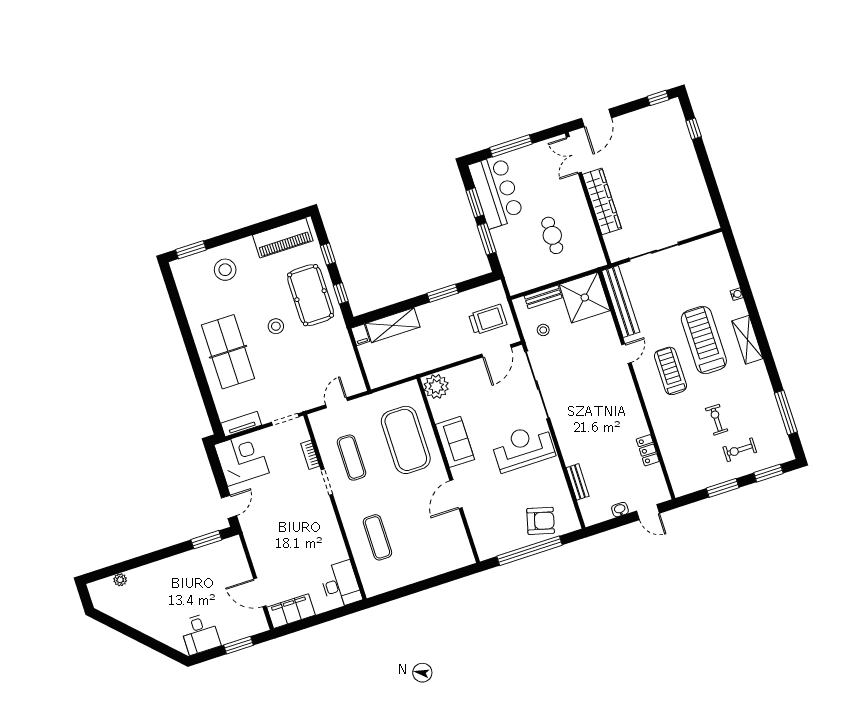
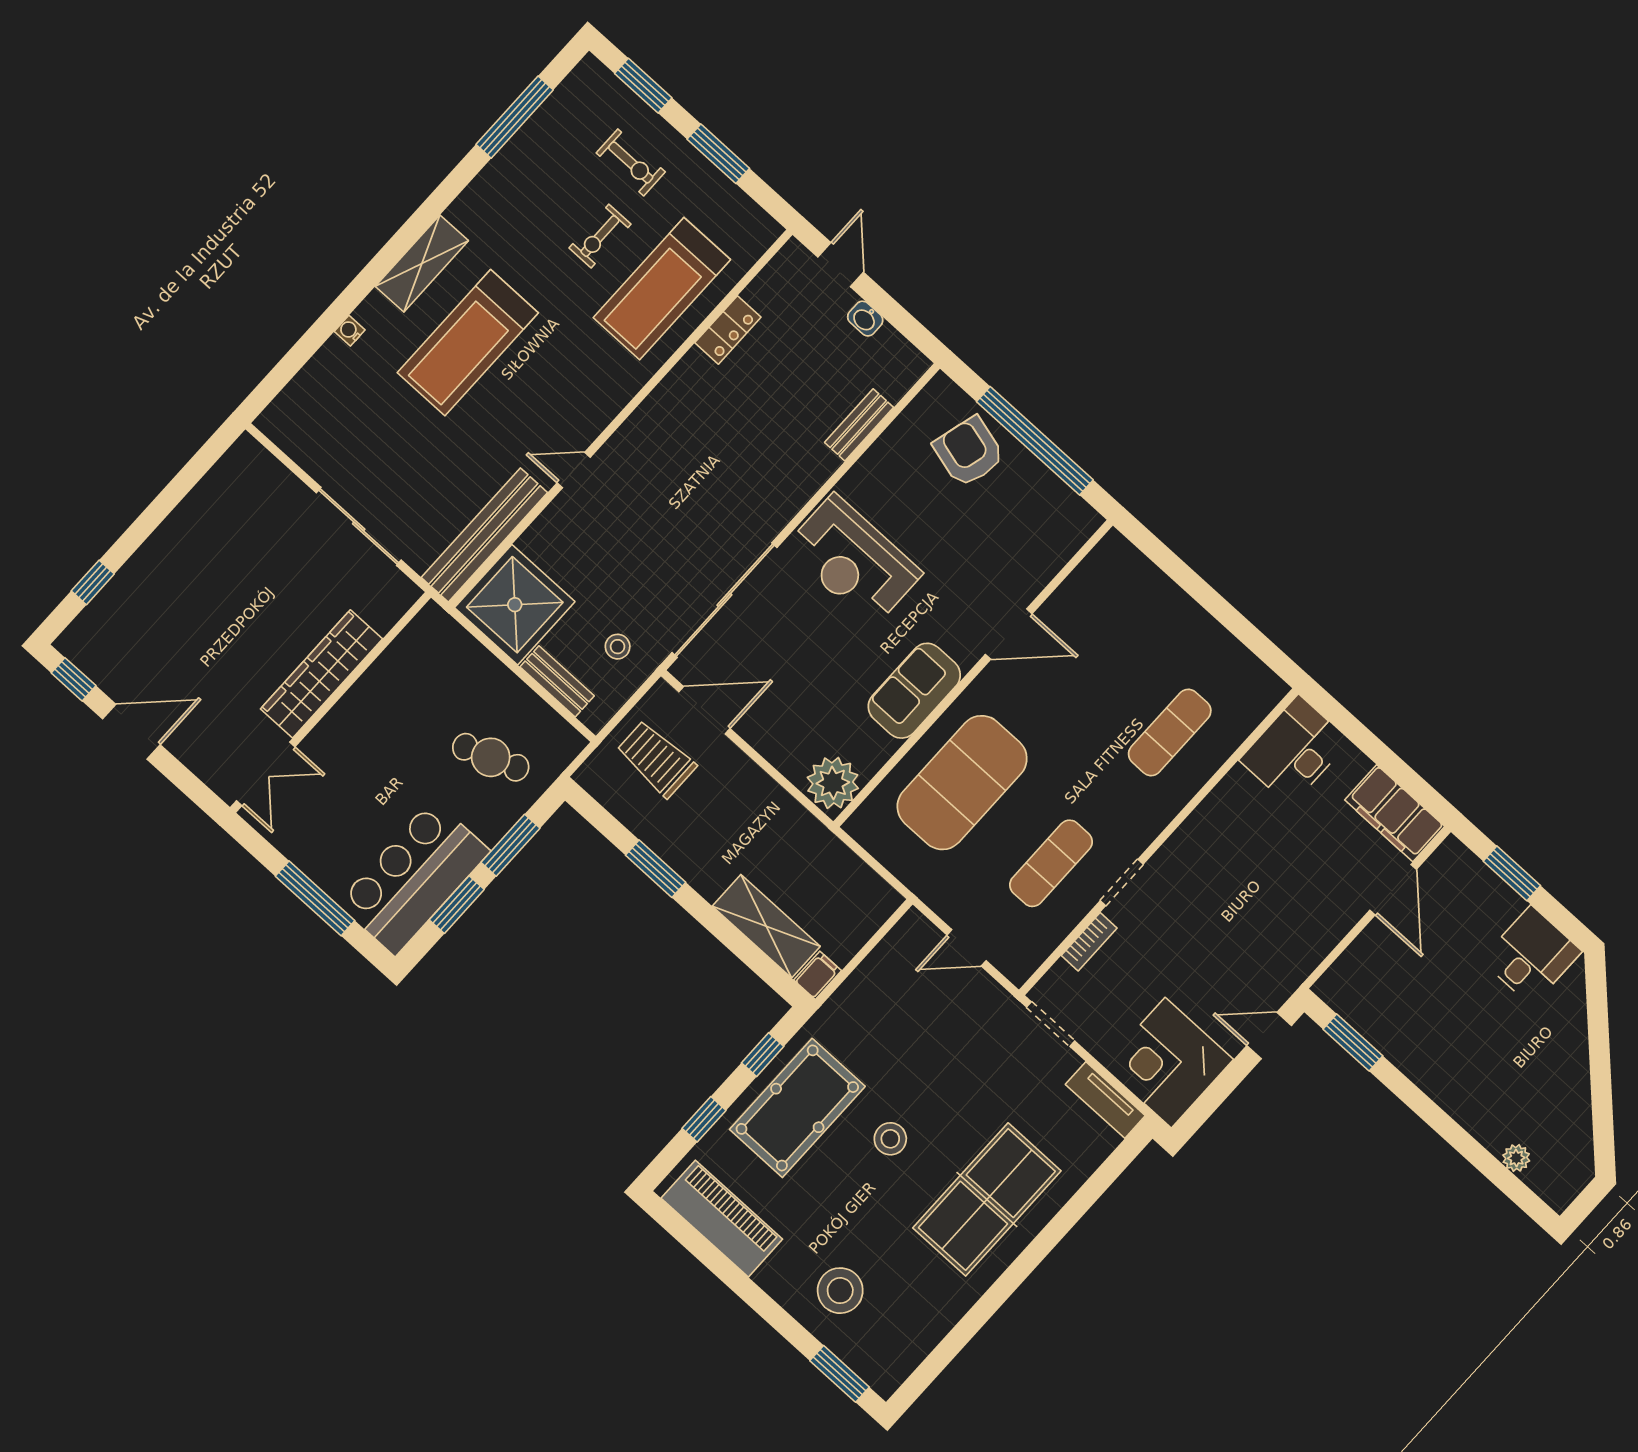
door: (596, 118) -> (131, 732), moved
cafe table: (552, 235) -> (491, 757), moved, turned 70
treadmill: (670, 371) -> (662, 289), moved, width x1.37, depth x1.38

